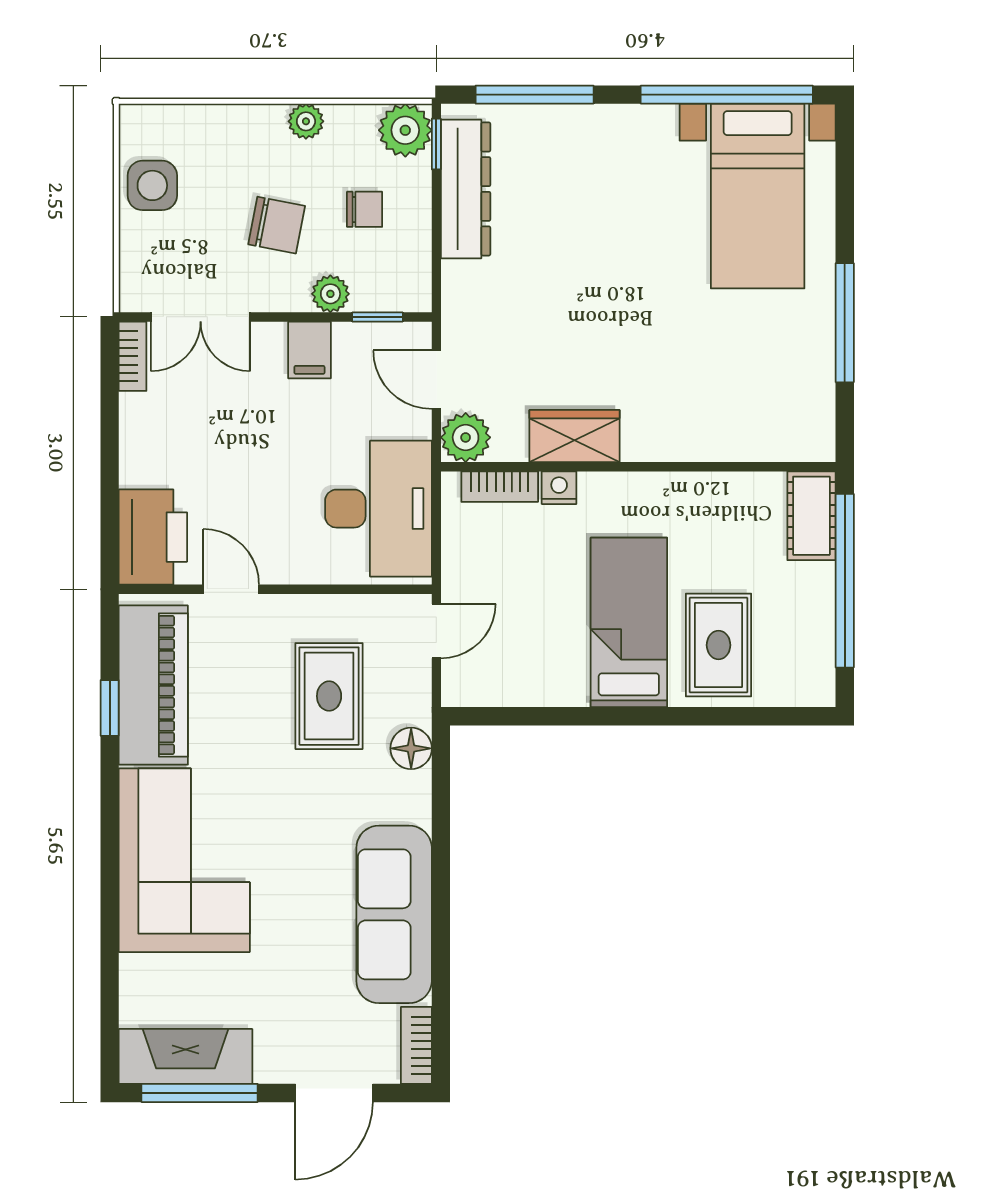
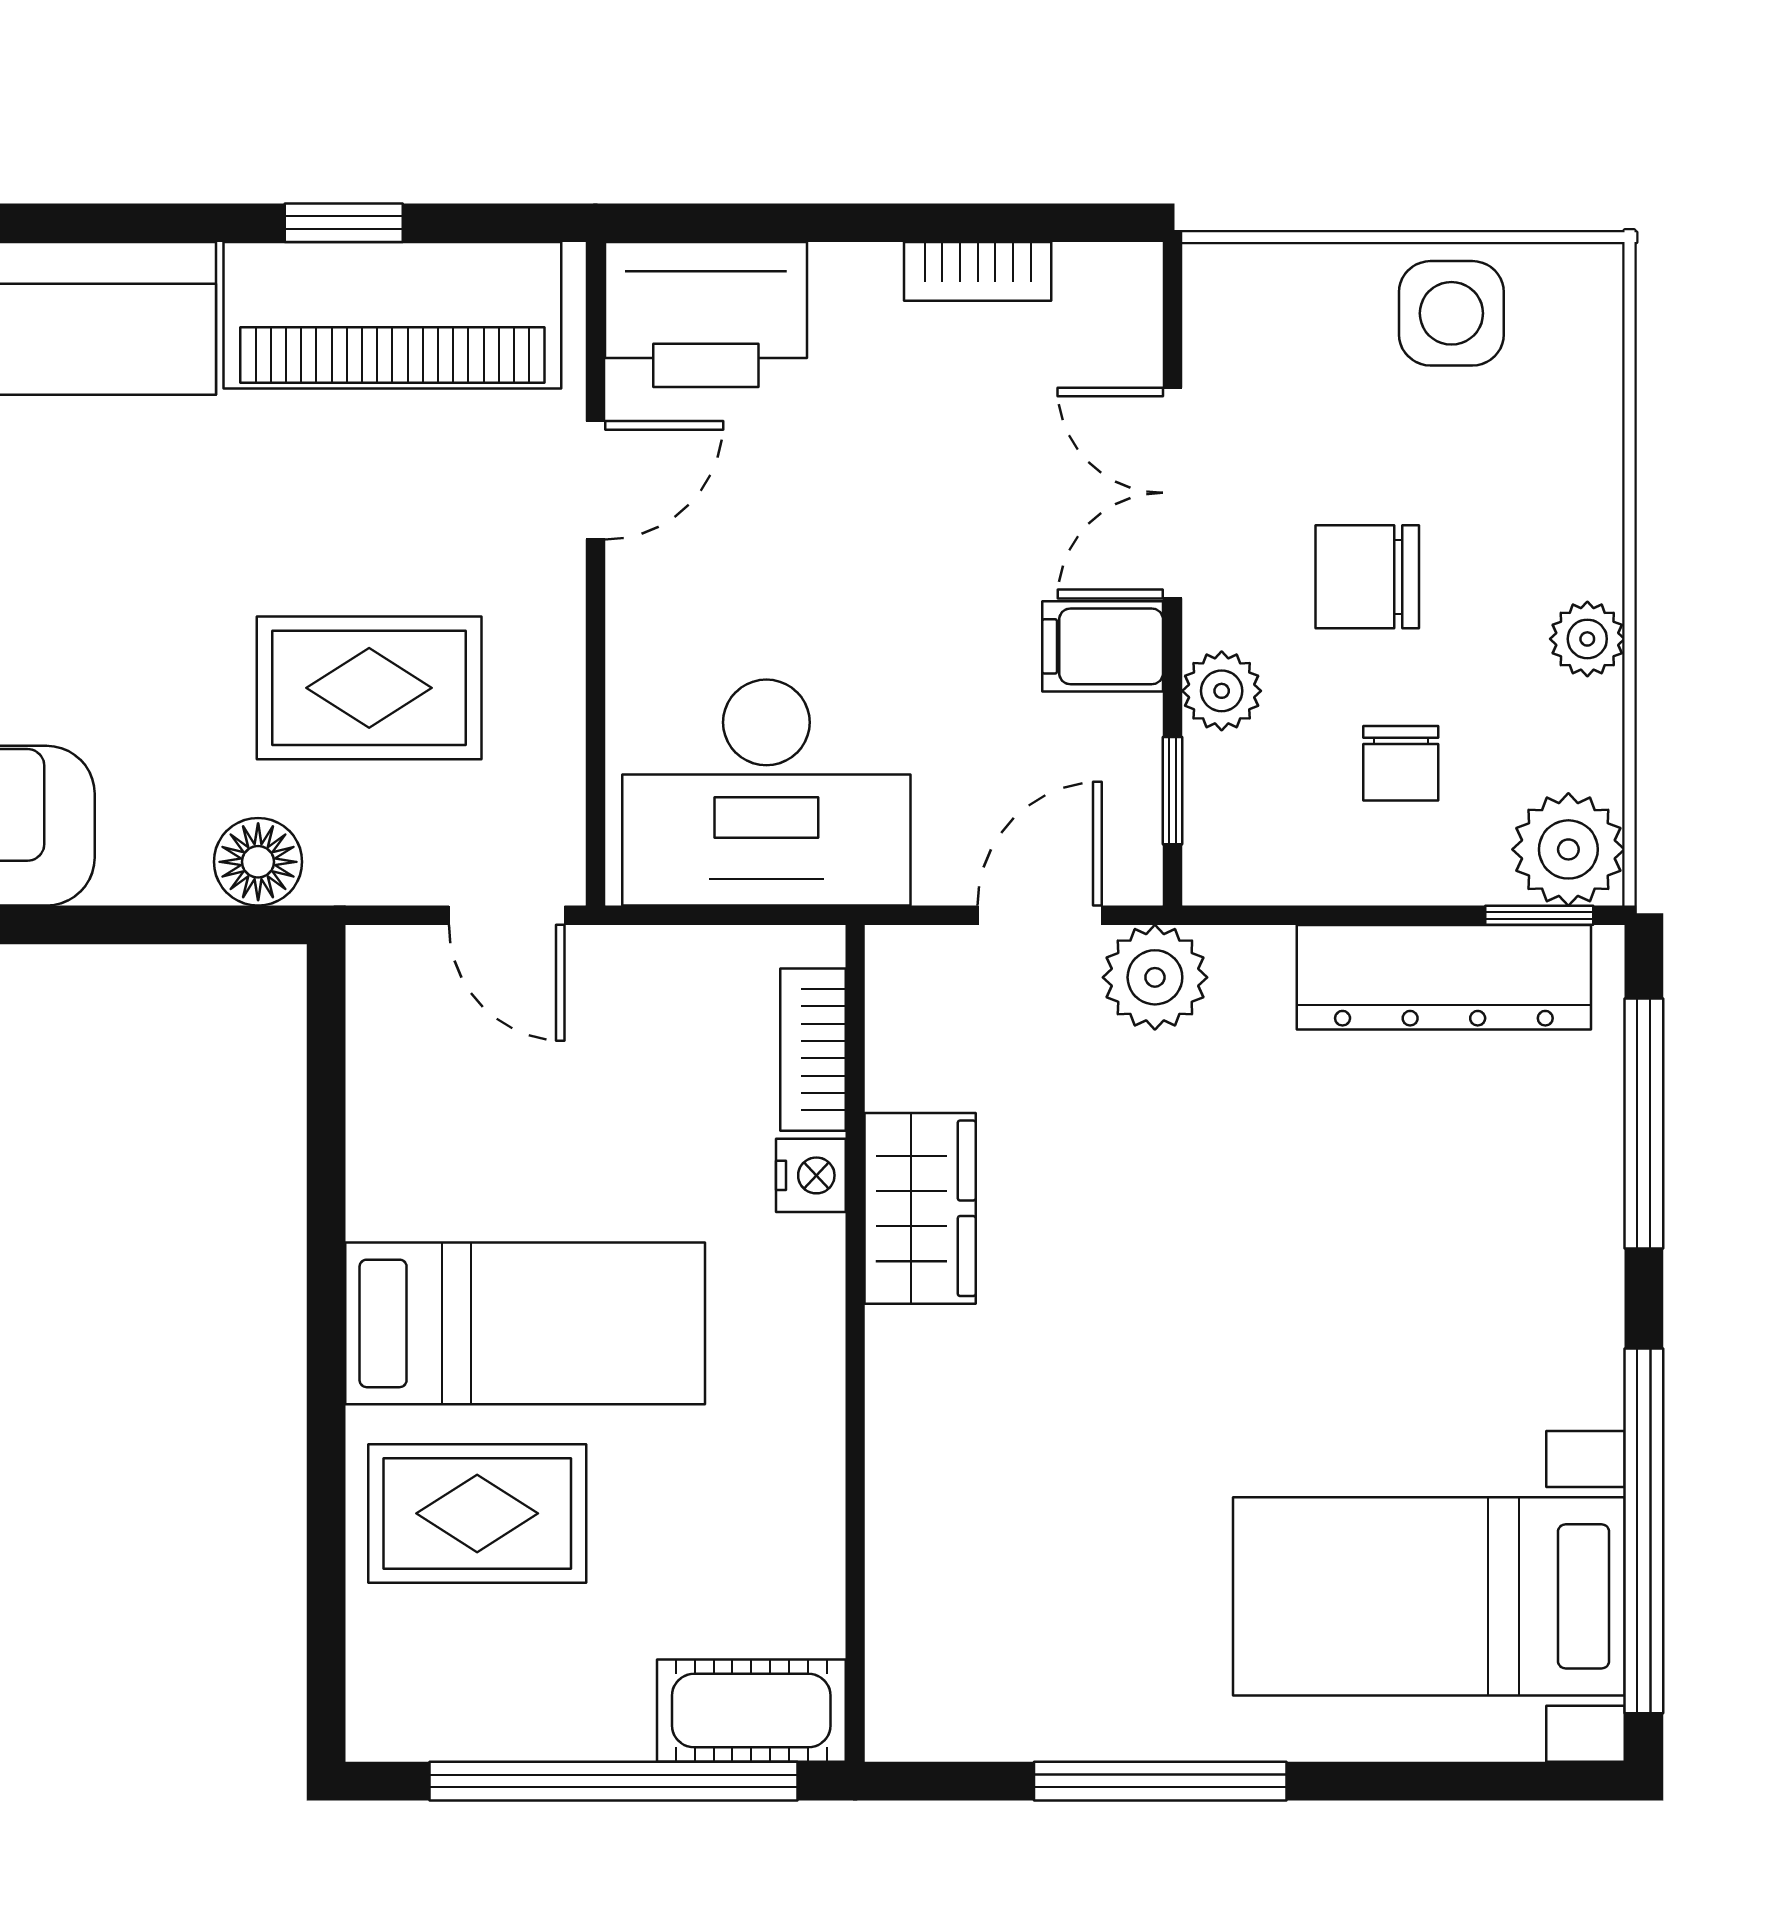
chair: (277, 225) -> (1367, 577), turned 79
double door: (201, 317) -> (1173, 493), moved
bookcase: (133, 356) -> (978, 271), moved
plant: (466, 437) -> (1155, 977), moved

